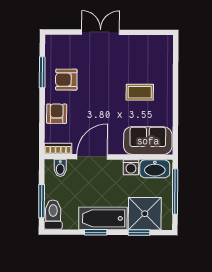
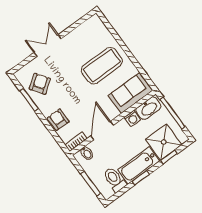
armchair: (66, 80) -> (40, 84), moved, turned 145
coffee table: (140, 92) -> (102, 66), width x1.86, depth x1.72
toilet: (53, 215) -> (115, 180), moved

